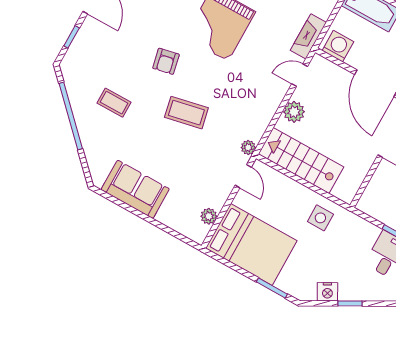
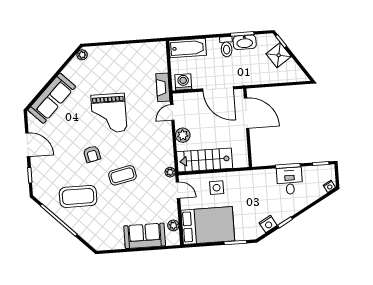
coffee table: (114, 103) -> (78, 196), width x1.86, depth x1.72
sofa: (135, 189) -> (145, 236), moved
side table: (320, 218) -> (217, 188), moved

